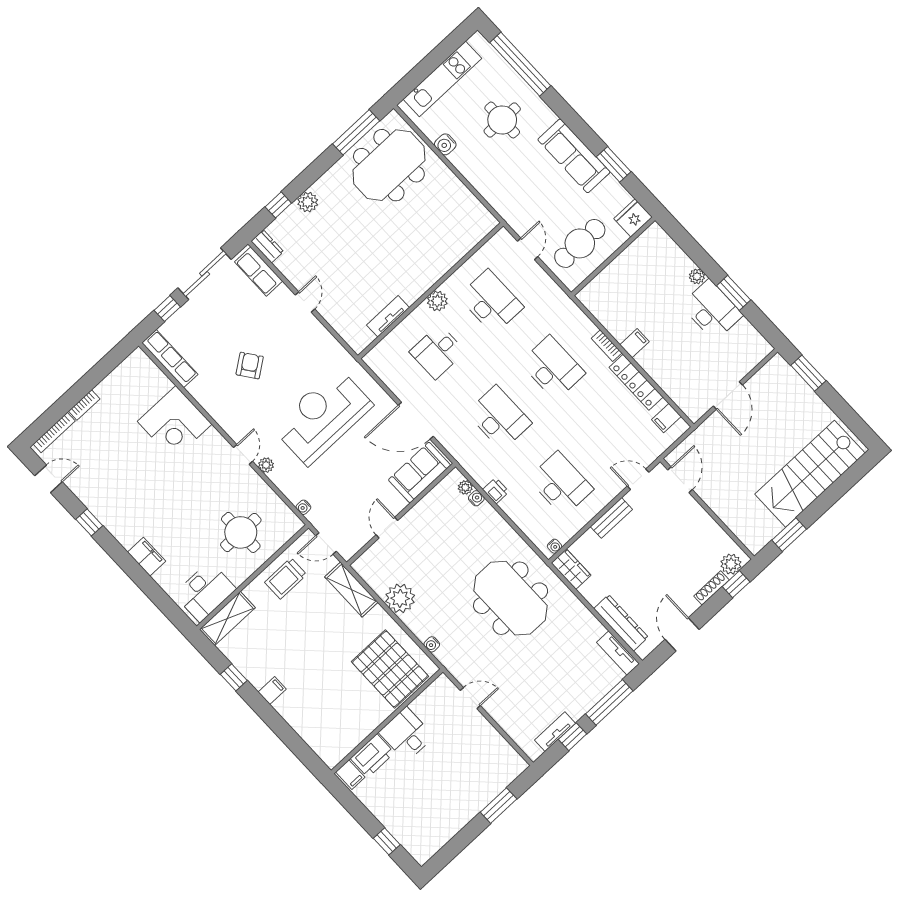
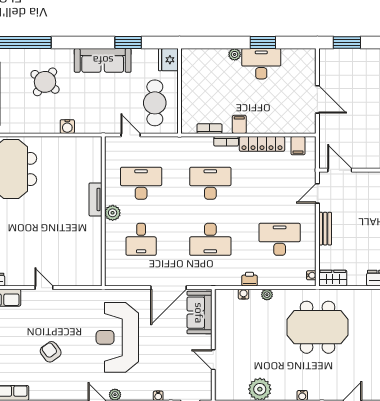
round table: (502, 120) -> (45, 82), turned 37
water cooler: (445, 144) -> (67, 127), moved
tv unit: (388, 316) -> (95, 199), moved
bookcase: (604, 318) -> (209, 129), added
desk: (499, 418) -> (210, 239), turned 180
plant: (465, 487) -> (267, 295), moved

